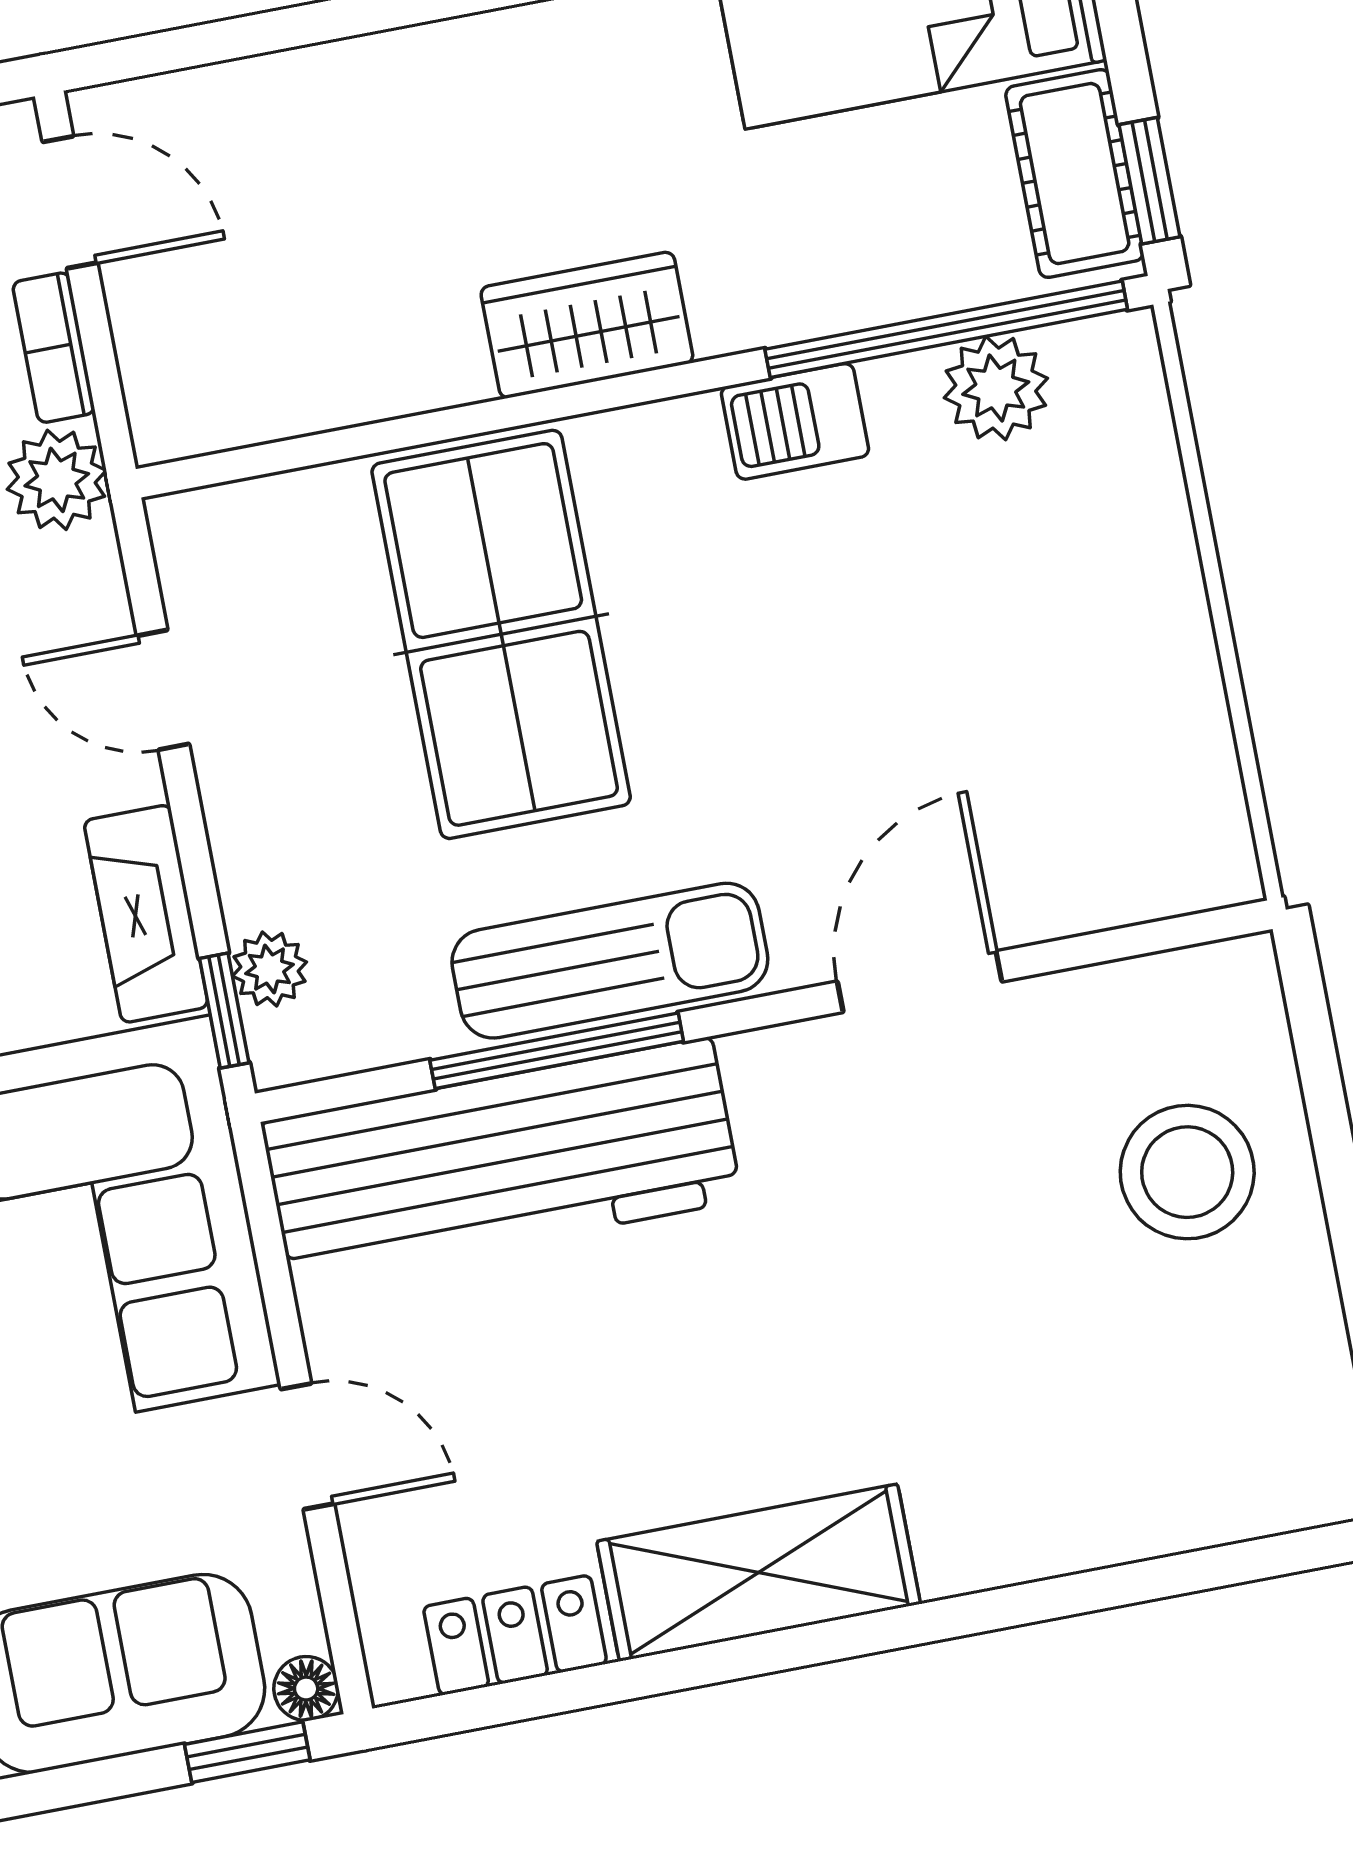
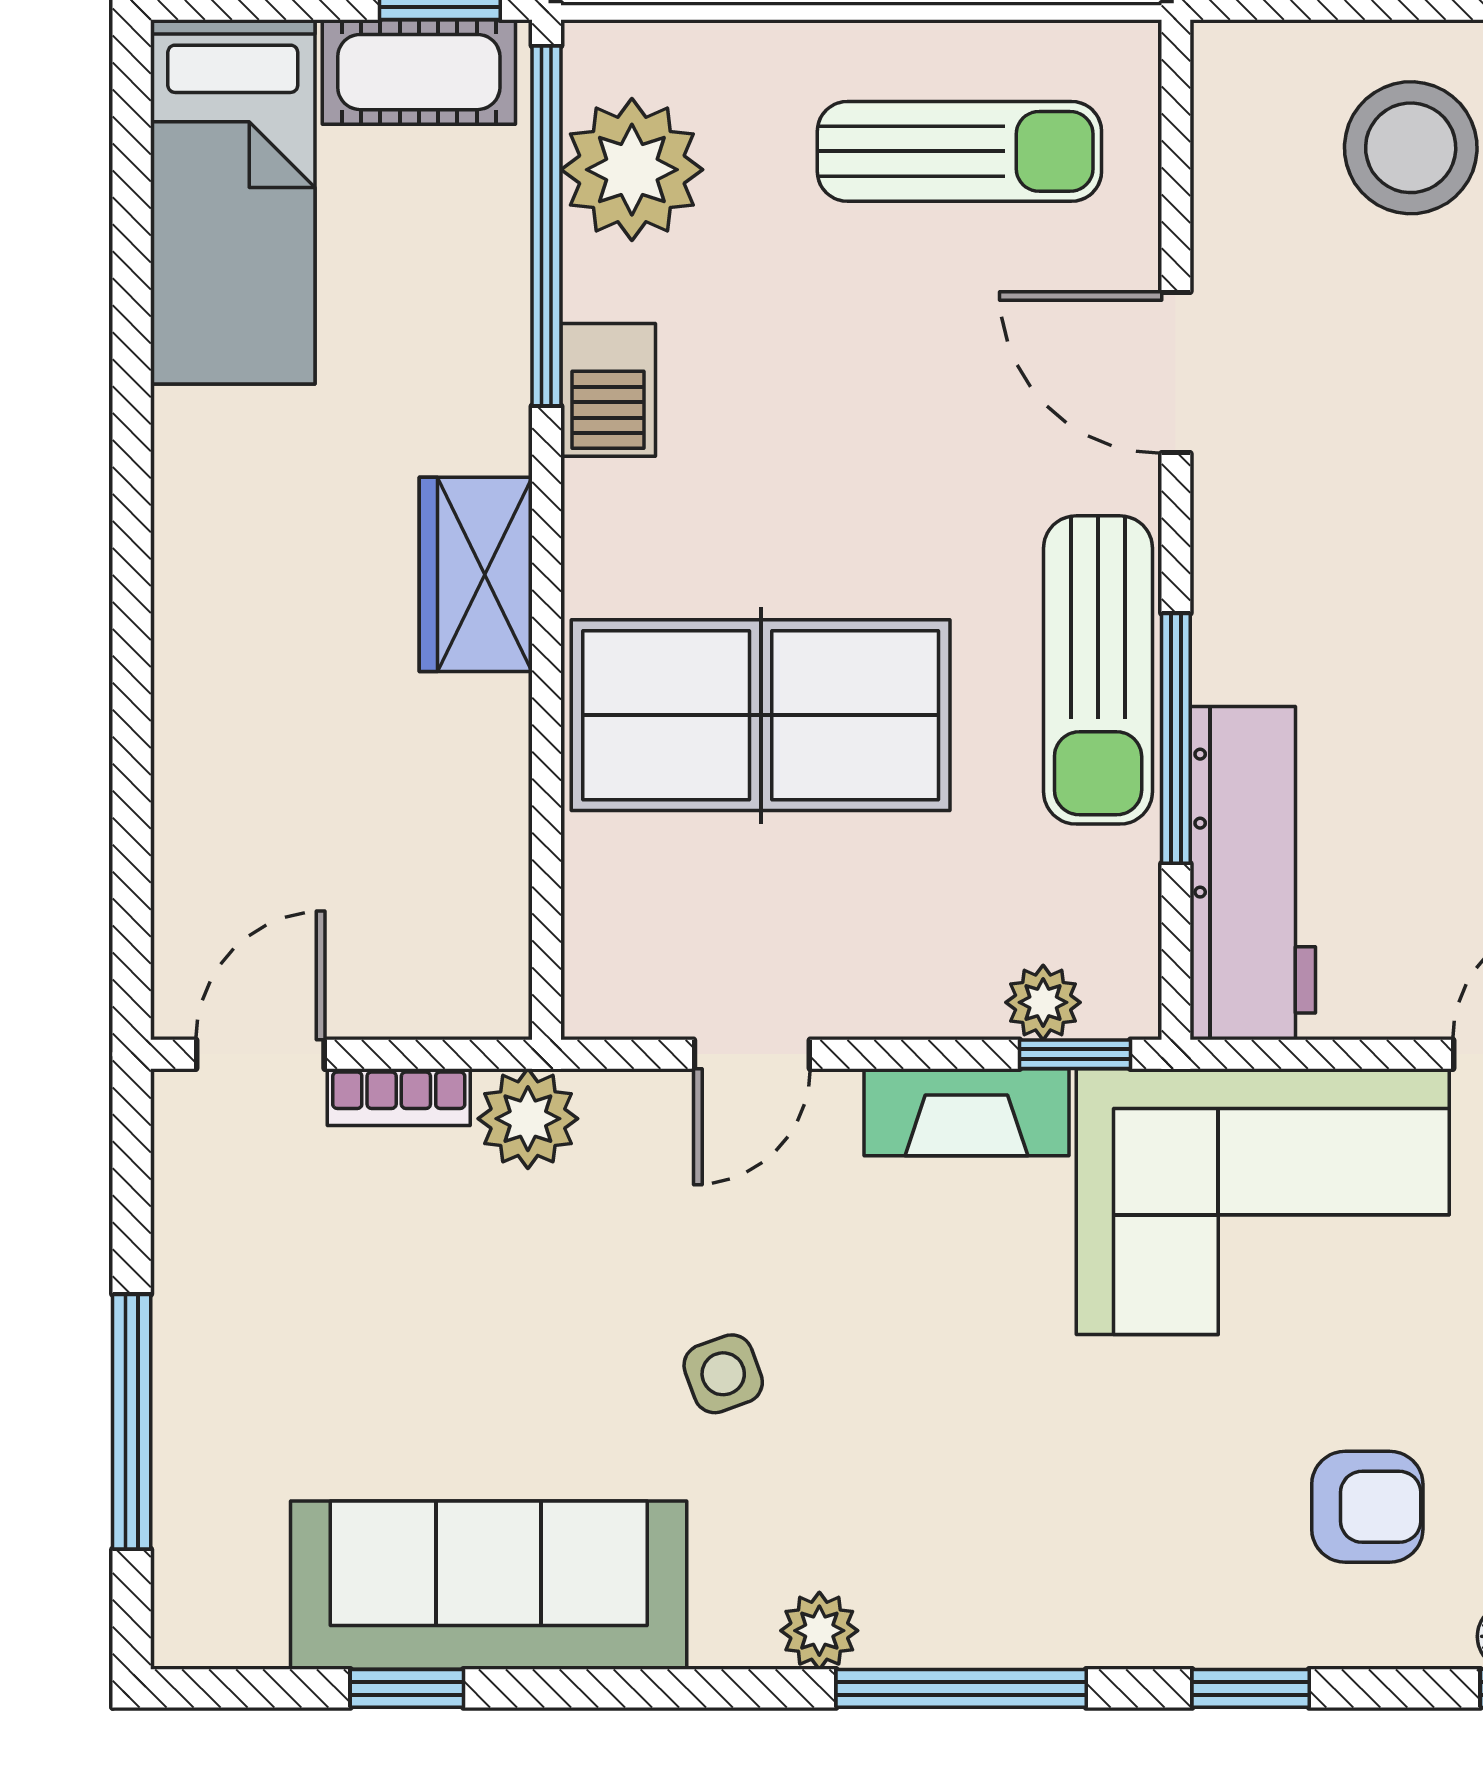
plant: (996, 388) -> (632, 170), width x1.36, depth x1.36
sun lounger: (1098, 725) -> (959, 151), added
sun lounger: (610, 961) -> (1098, 670), turned 180
workbench: (502, 1161) -> (1253, 873), width x0.73, depth x0.76

